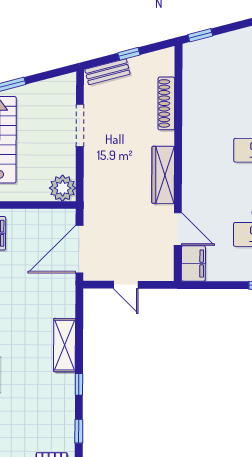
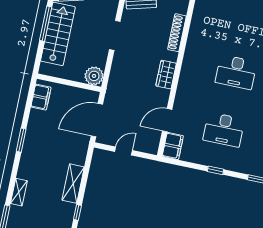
wardrobe: (163, 175) -> (166, 75), width x0.67
door: (178, 229) -> (167, 120), swing flipped
door: (126, 285) -> (124, 151), swing flipped

